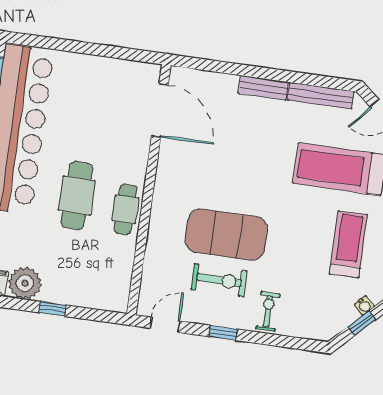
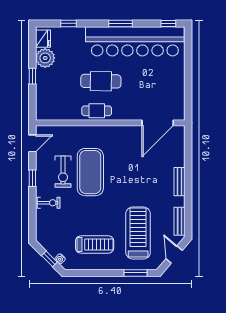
bench: (321, 96) -> (180, 221), width x0.73
door: (165, 325) -> (32, 143), hinge flipped

